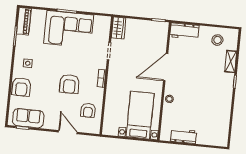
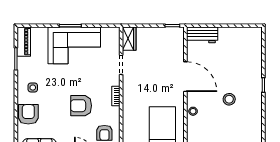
stool: (217, 40) -> (229, 99), moved
shelving: (231, 61) -> (257, 63), removed
door: (166, 67) -> (185, 77), swing flipped
armchair: (69, 84) -> (81, 106), turned 90
armchair: (21, 87) -> (28, 114), turned 180

